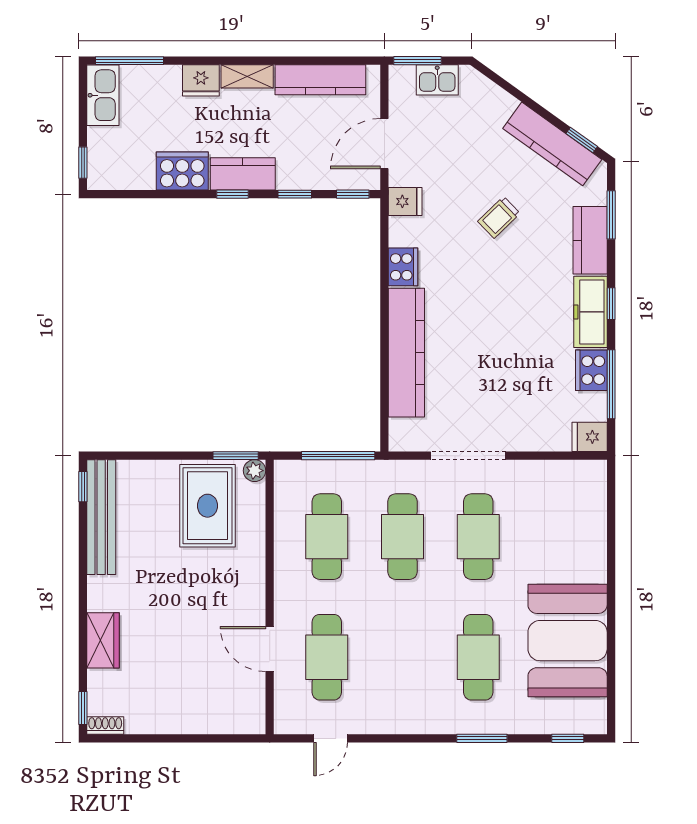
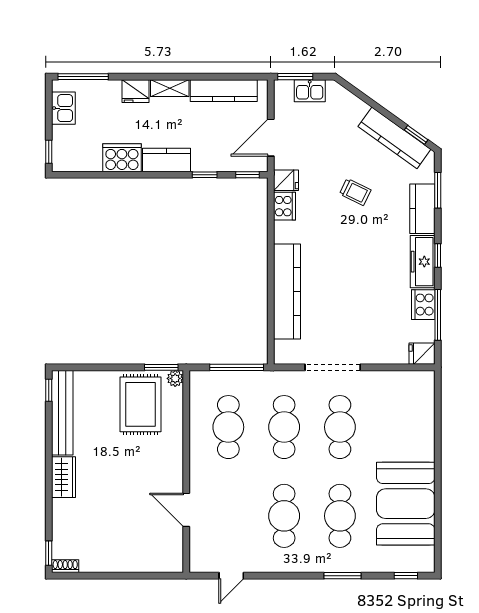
kitchen sink: (103, 95) -> (63, 108), width x0.73
window: (232, 194) -> (159, 175), removed
trolley: (499, 217) -> (355, 192), turned -110
cooker: (403, 267) -> (285, 206), moved
wardrobe: (103, 640) -> (64, 477), moved
cafe table: (327, 657) -> (284, 516), moved

